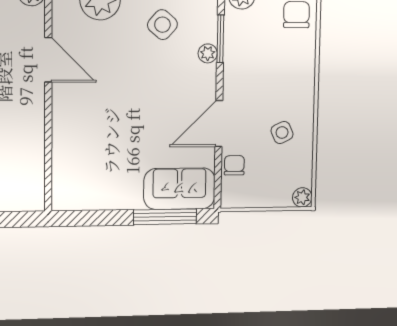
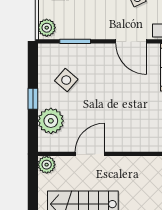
plant: (208, 53) -> (85, 50), removed

